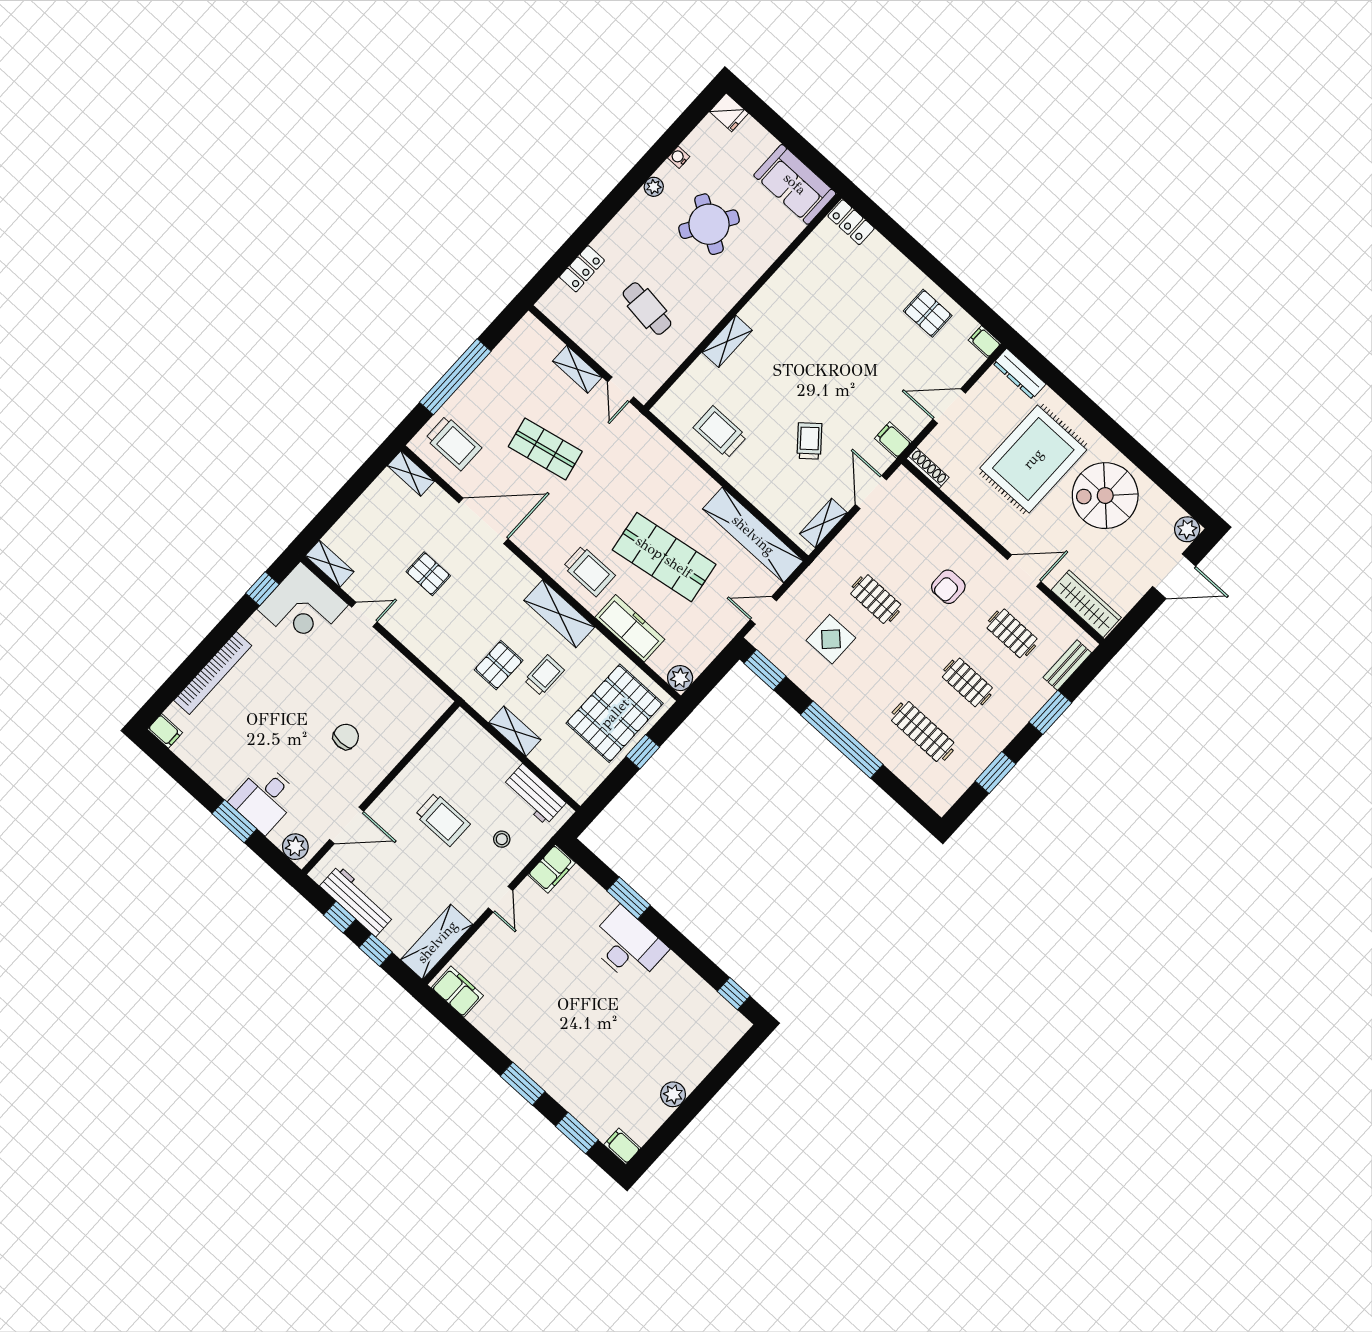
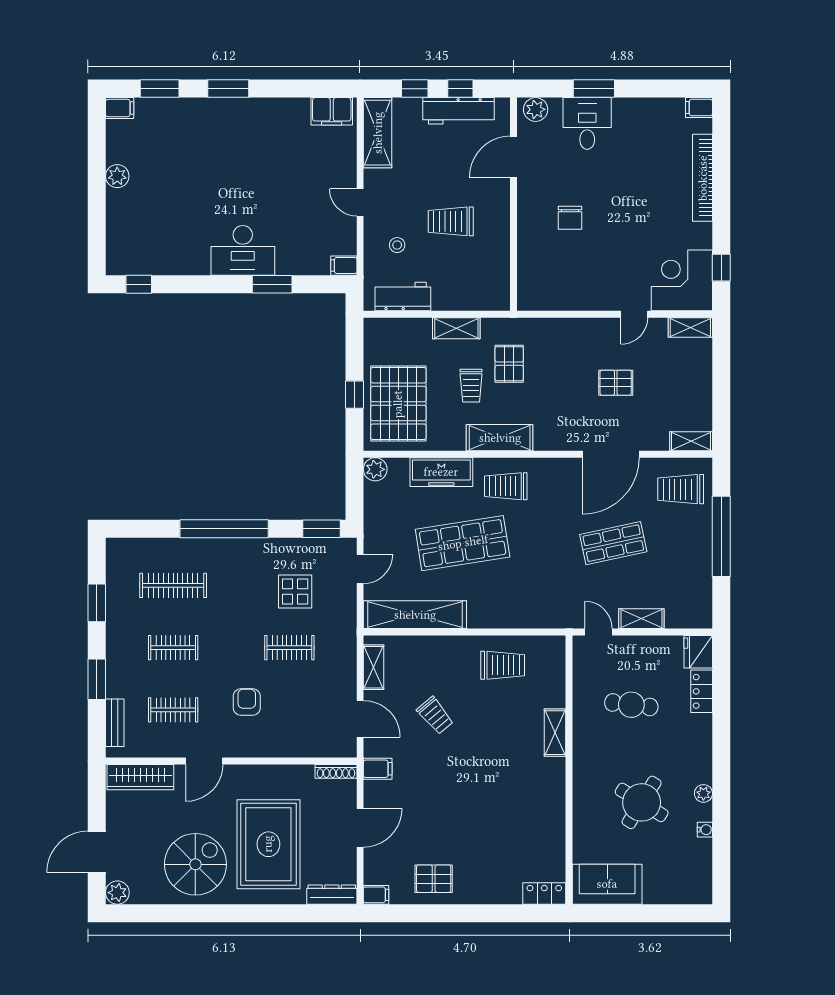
fridge: (729, 112) -> (698, 652), moved, width x1.38
filing cabinet: (552, 869) -> (344, 266), width x0.50

